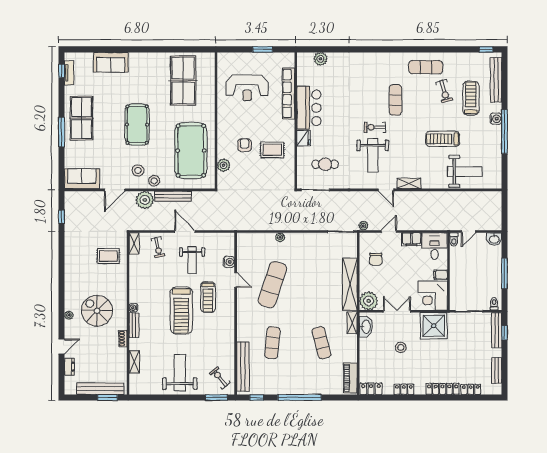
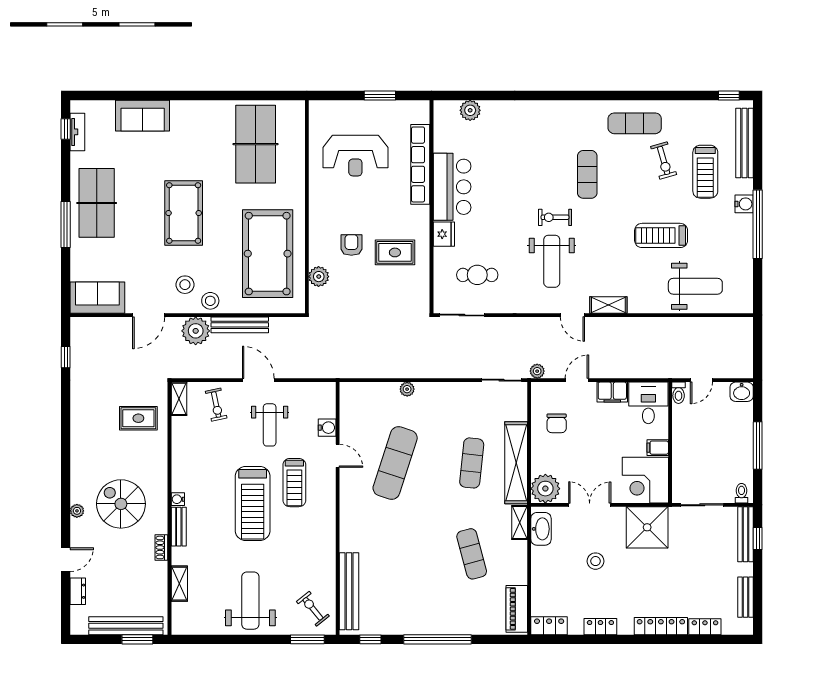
treadmill: (471, 98) -> (705, 172), turned 180
exercise mat: (272, 343) -> (472, 463), moved

